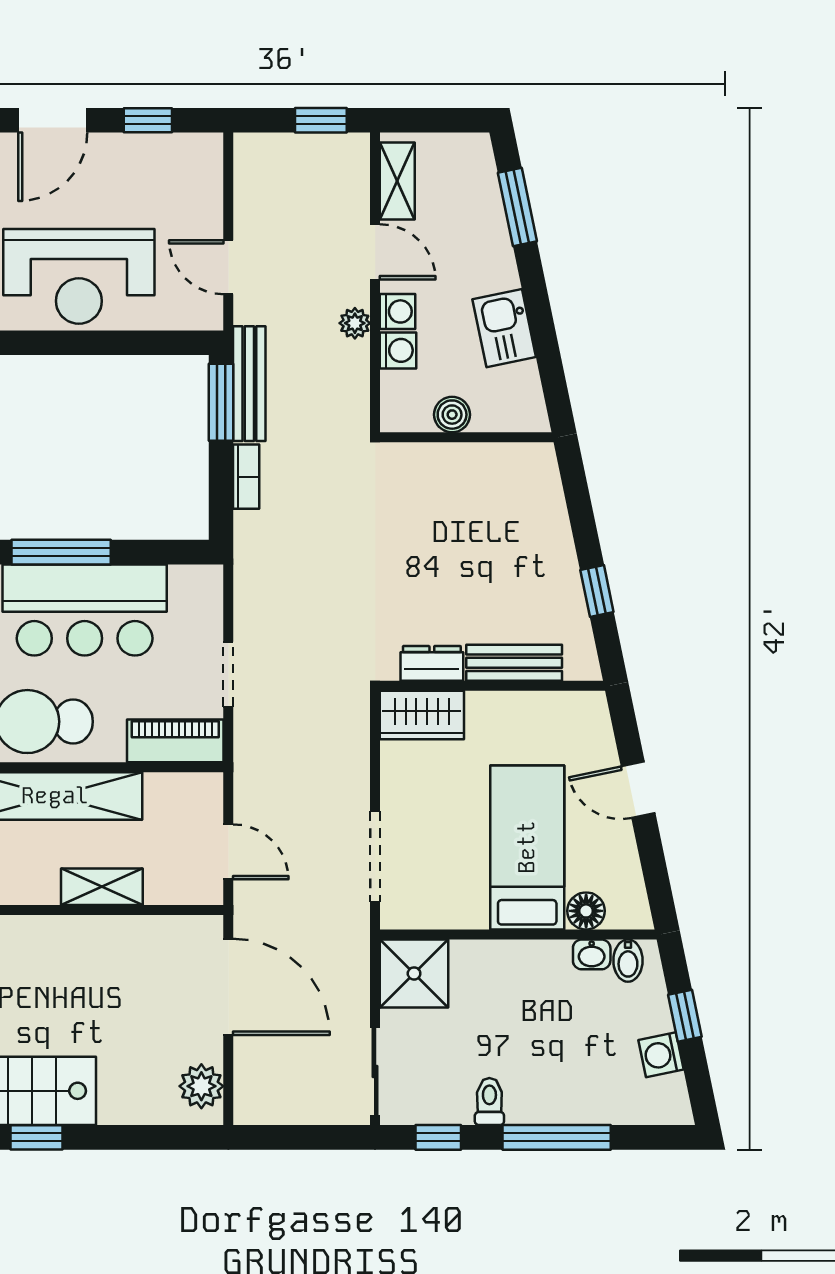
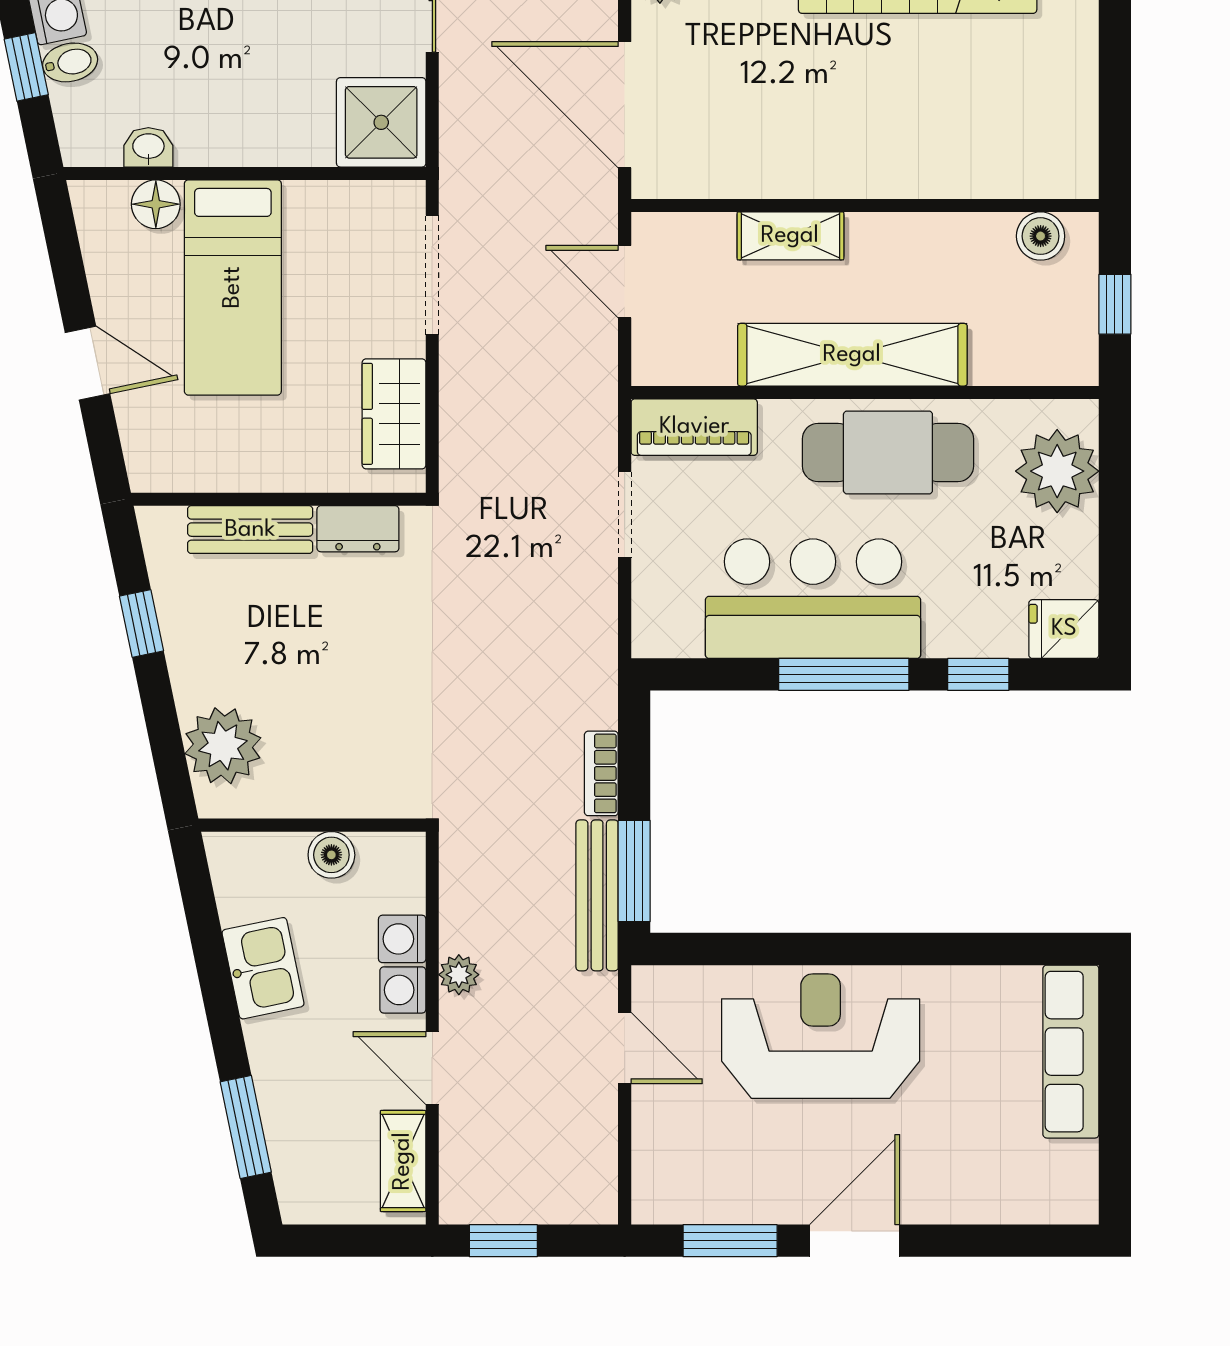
window: (148, 120) -> (730, 1241), width x1.50
plant: (535, 498) -> (223, 746), added
wardrobe: (422, 715) -> (394, 414), moved, turned -90
bidet: (628, 961) -> (70, 62), moved, turned 78

